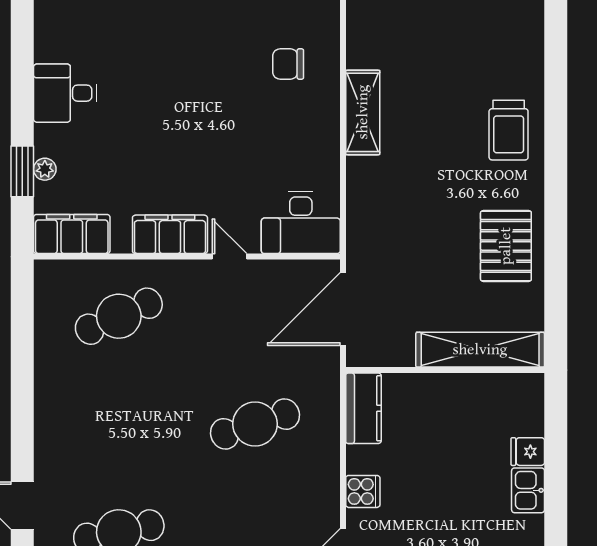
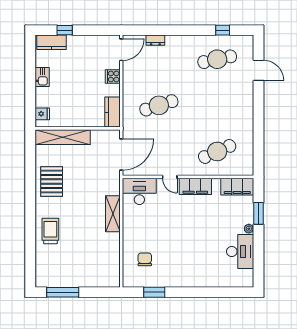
chair: (288, 64) -> (145, 259), turned -90
desk: (65, 93) -> (240, 252), width x1.37
shelving: (363, 112) -> (113, 214), moved
plant: (45, 169) -> (249, 229), moved
fridge: (528, 452) -> (42, 114), moved

